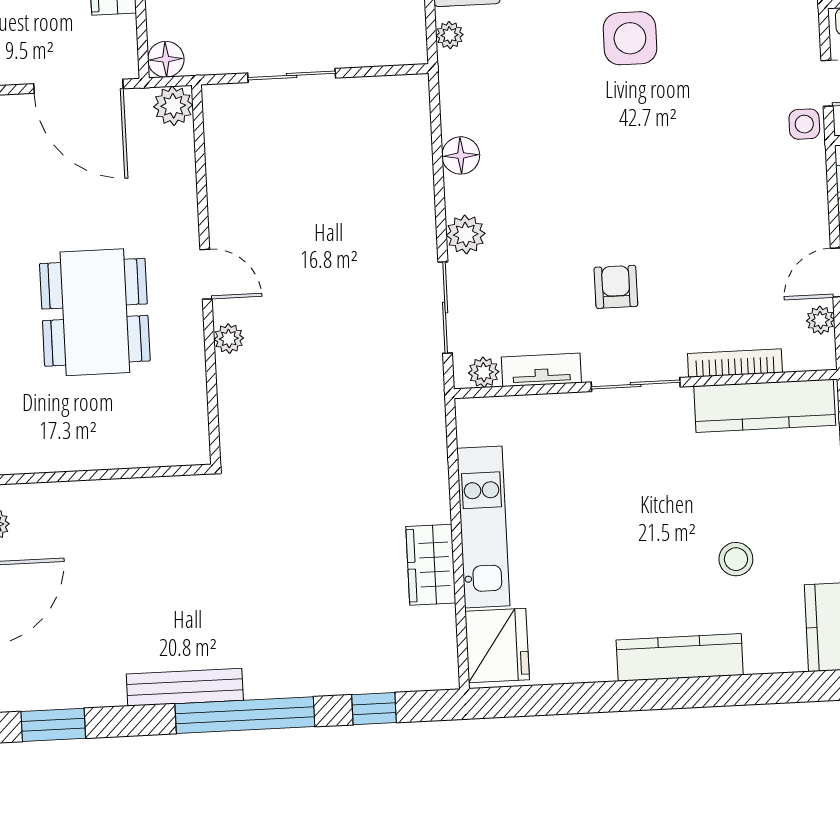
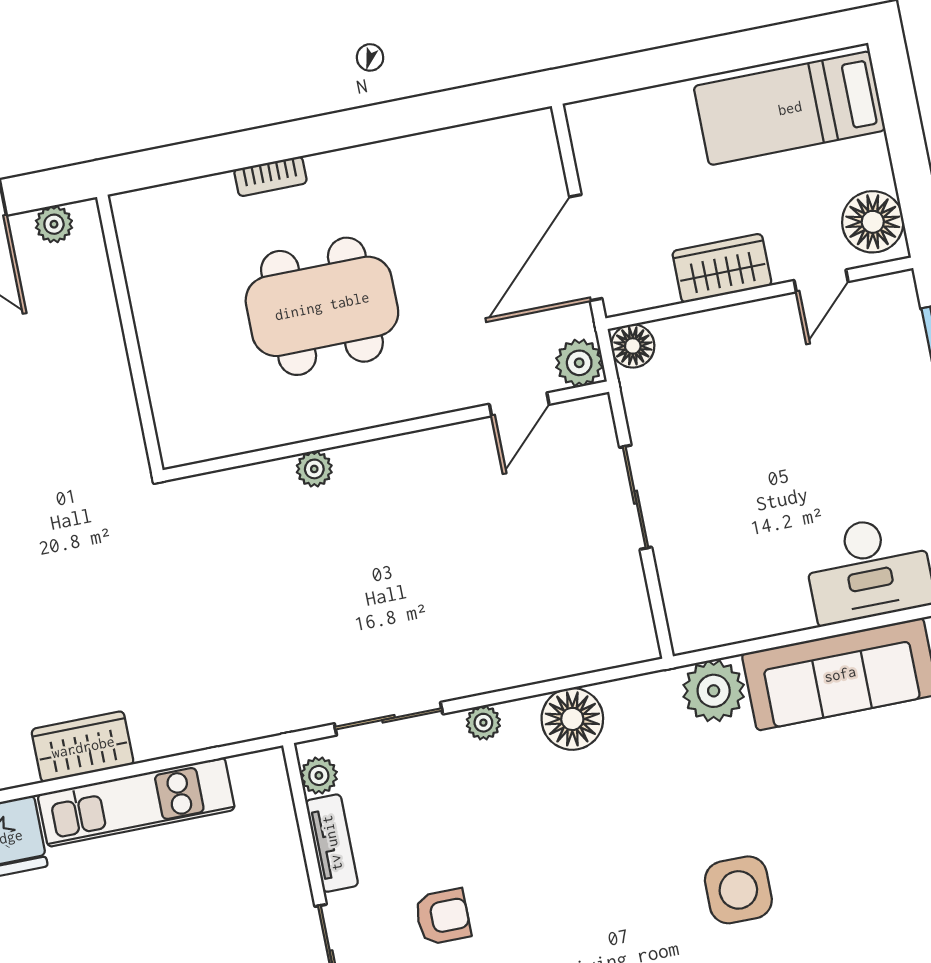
plant: (450, 35) -> (714, 691), width x1.87, depth x1.87
floor lamp: (461, 155) -> (572, 719), width x1.38, depth x1.38
plant: (466, 234) -> (483, 723), width x0.73, depth x0.73
door: (206, 274) -> (519, 404), moved

